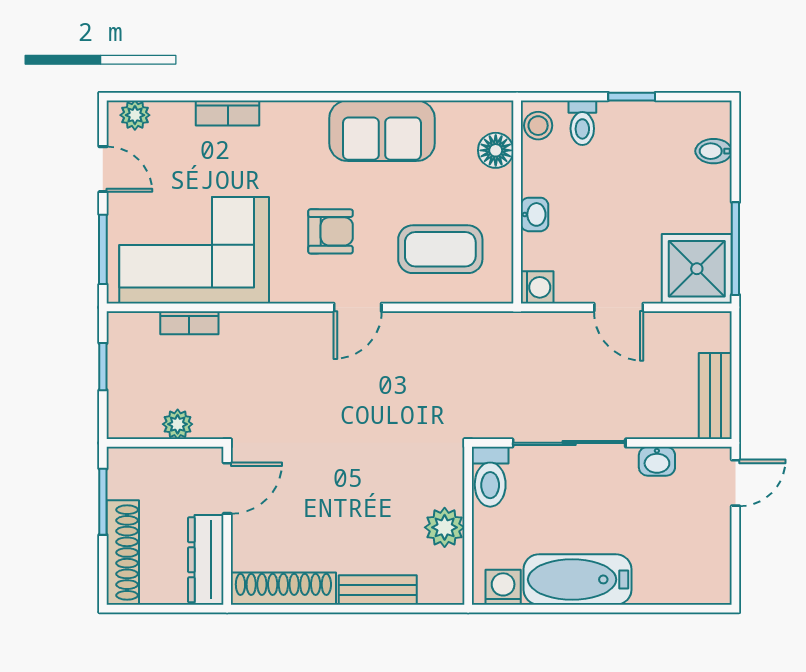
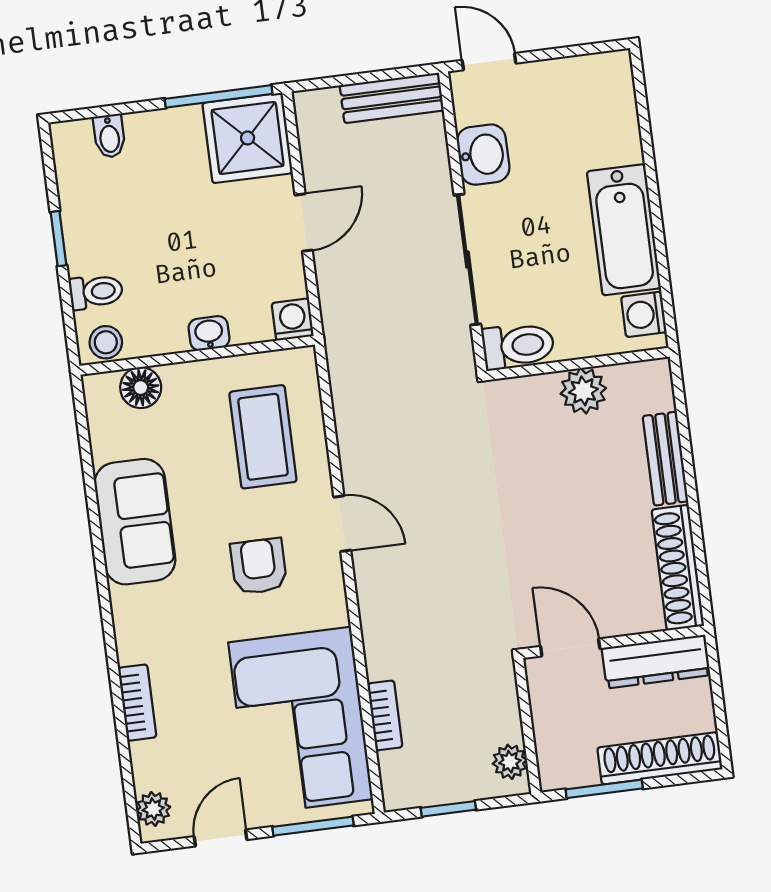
plant: (178, 424) -> (510, 762), moved
washbasin: (657, 461) -> (483, 155), width x1.38, depth x1.45

